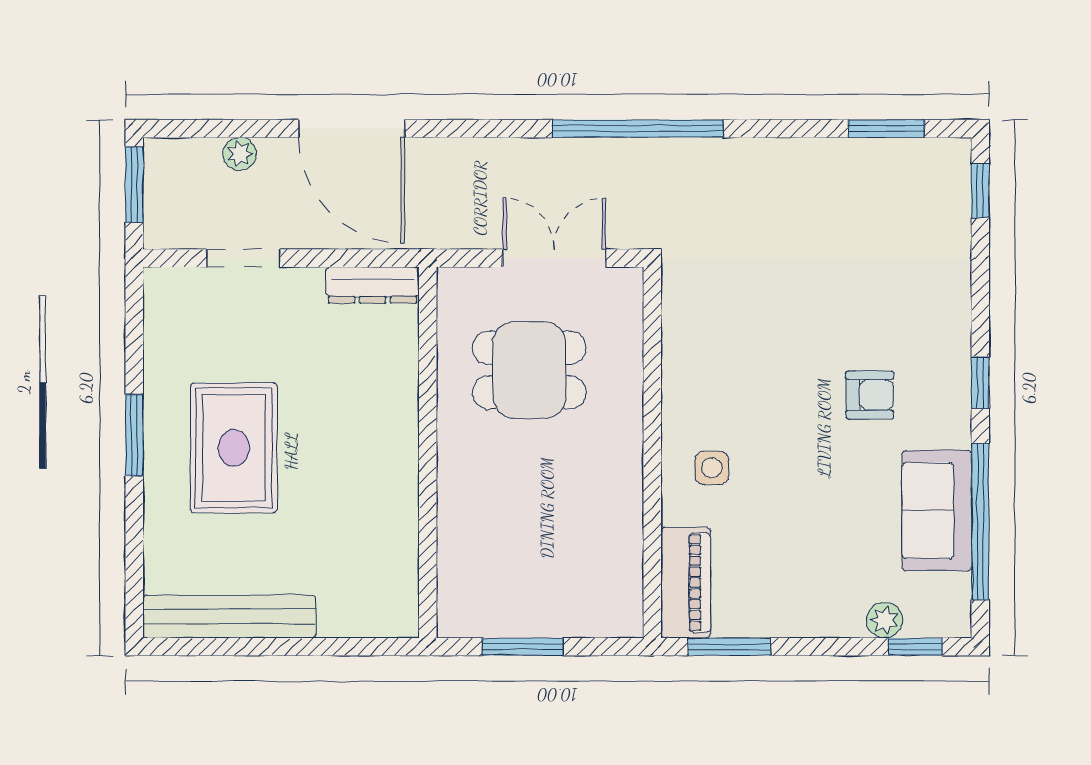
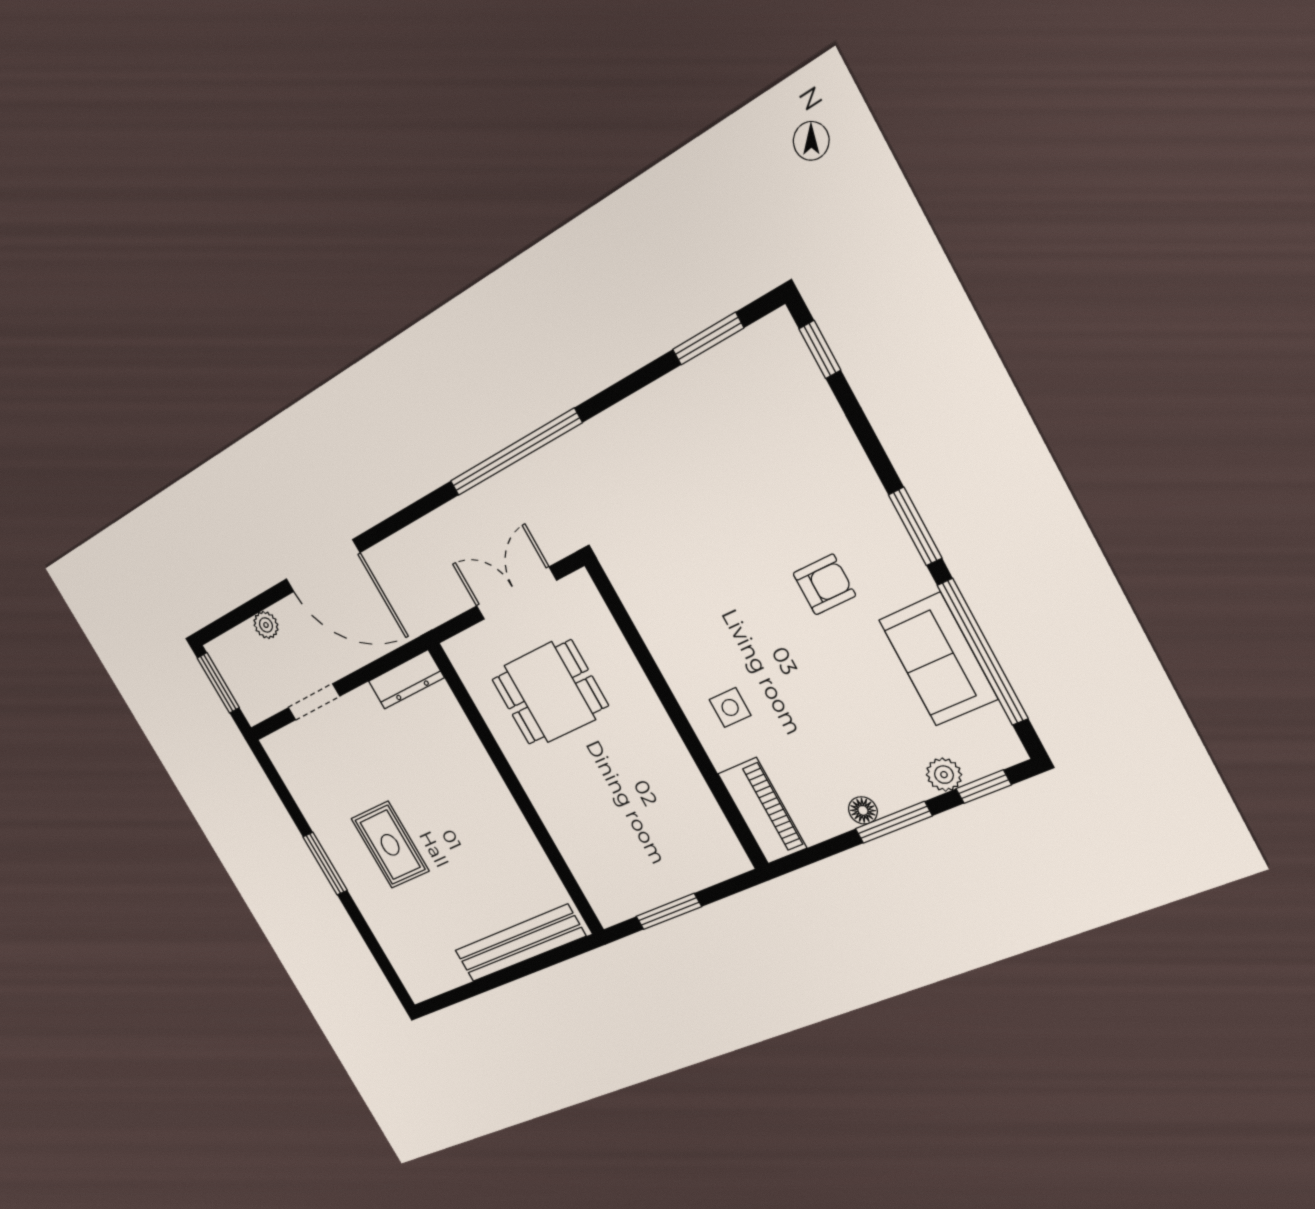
window: (980, 383) -> (915, 526), width x1.50
rug: (234, 448) -> (390, 845), width x0.73, depth x0.70
bench: (229, 617) -> (520, 943), moved
floor lamp: (788, 623) -> (863, 810), added
window: (729, 647) -> (894, 822), moved

